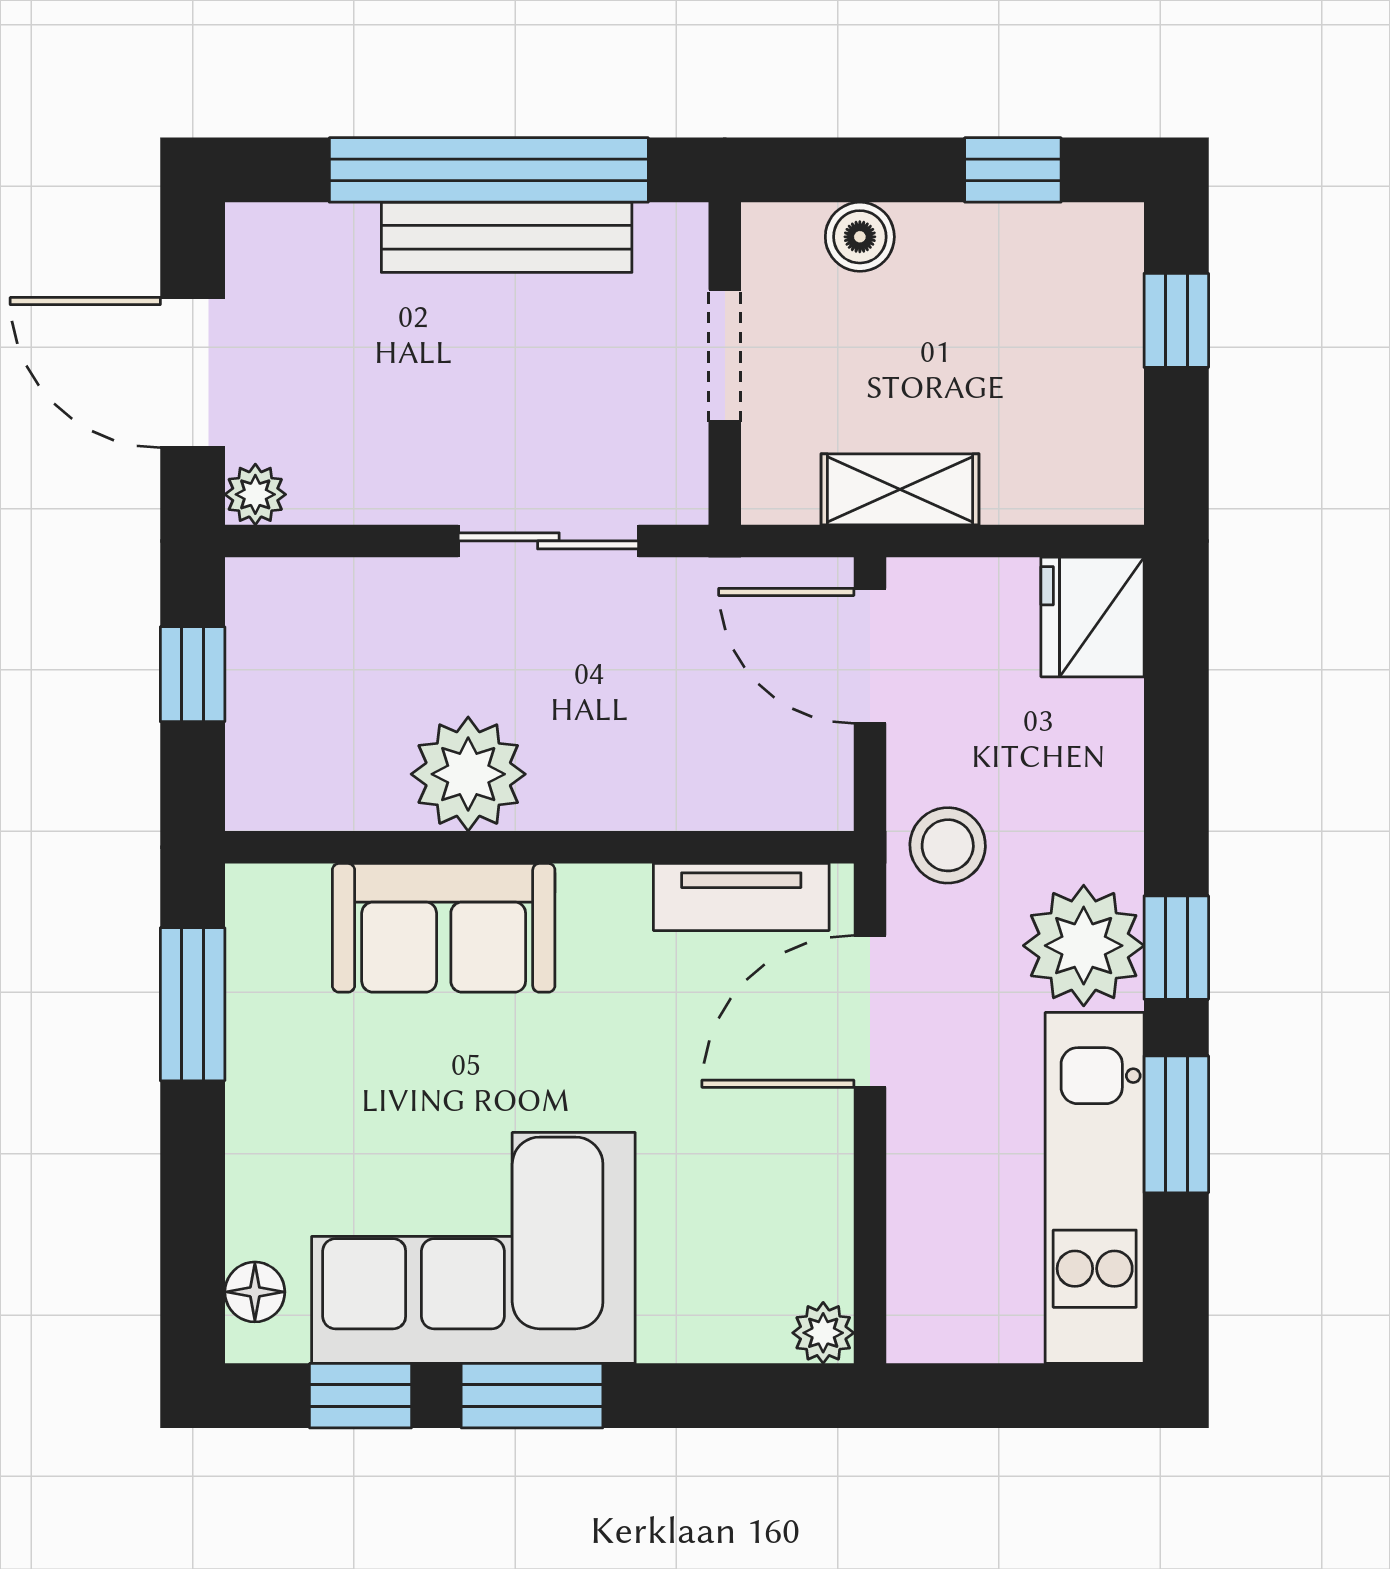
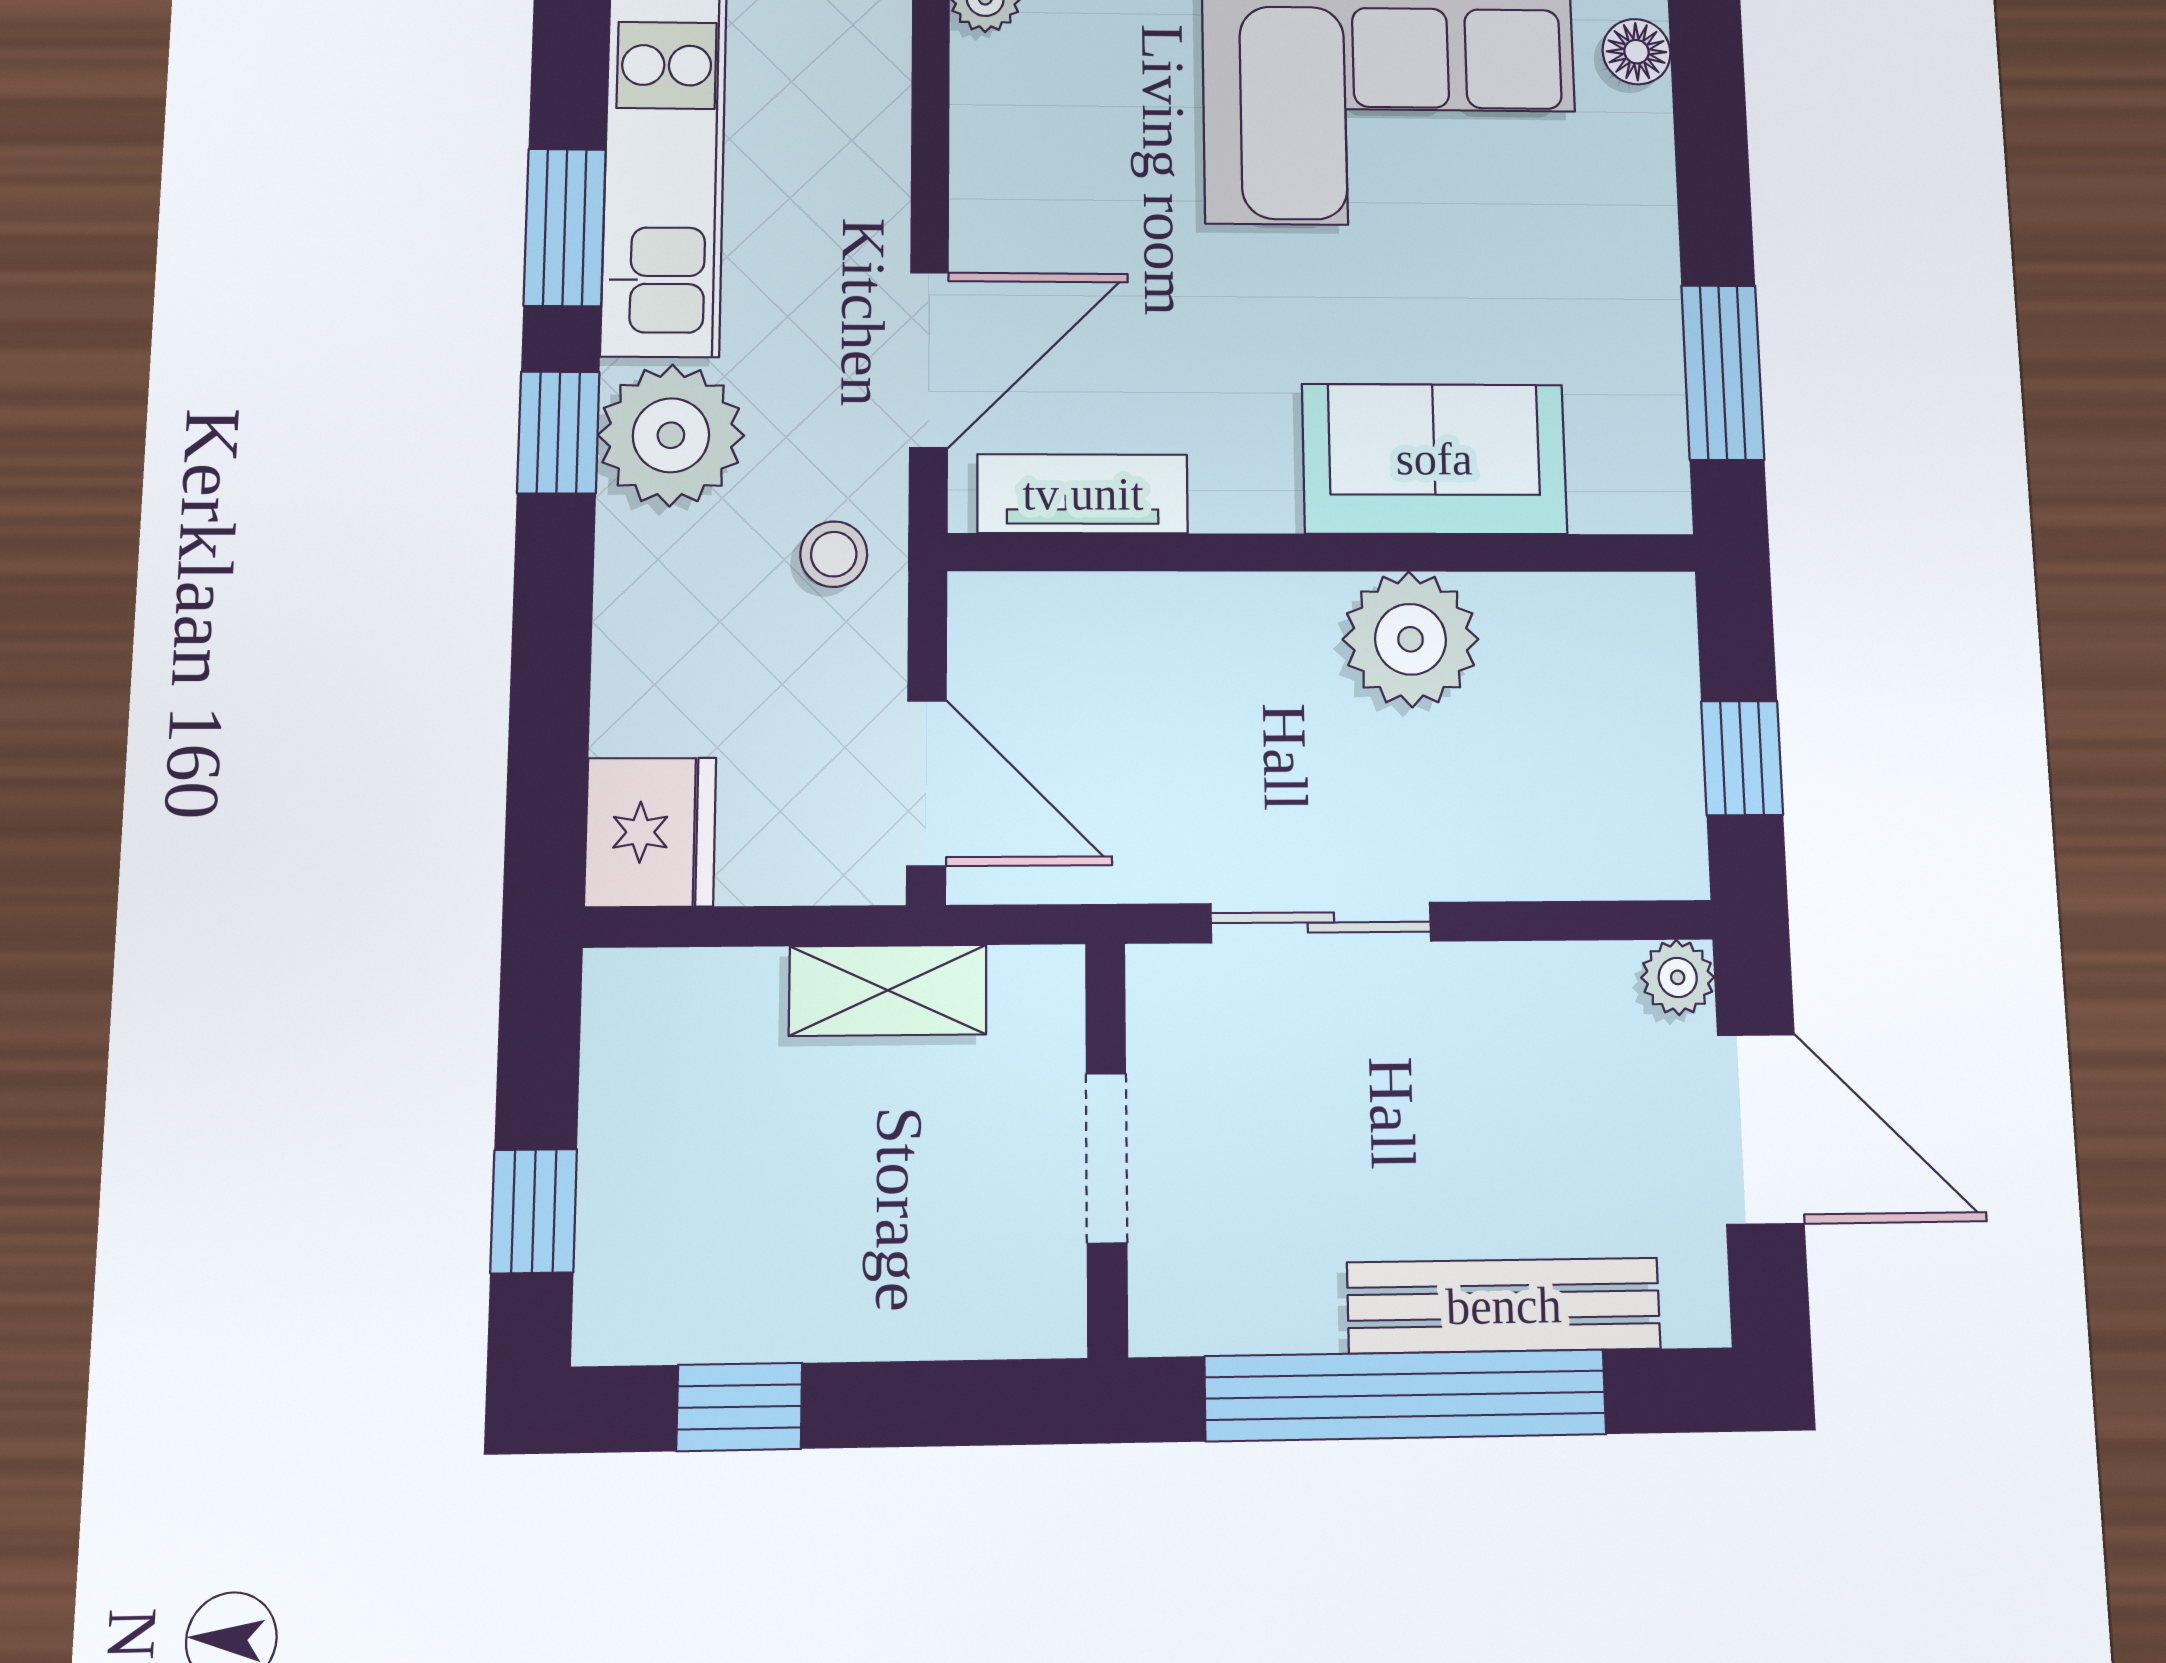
bench: (507, 237) -> (1504, 1306), moved
boiler: (860, 237) -> (936, 1315), removed
stool: (948, 845) -> (834, 554), width x0.73, depth x0.73

